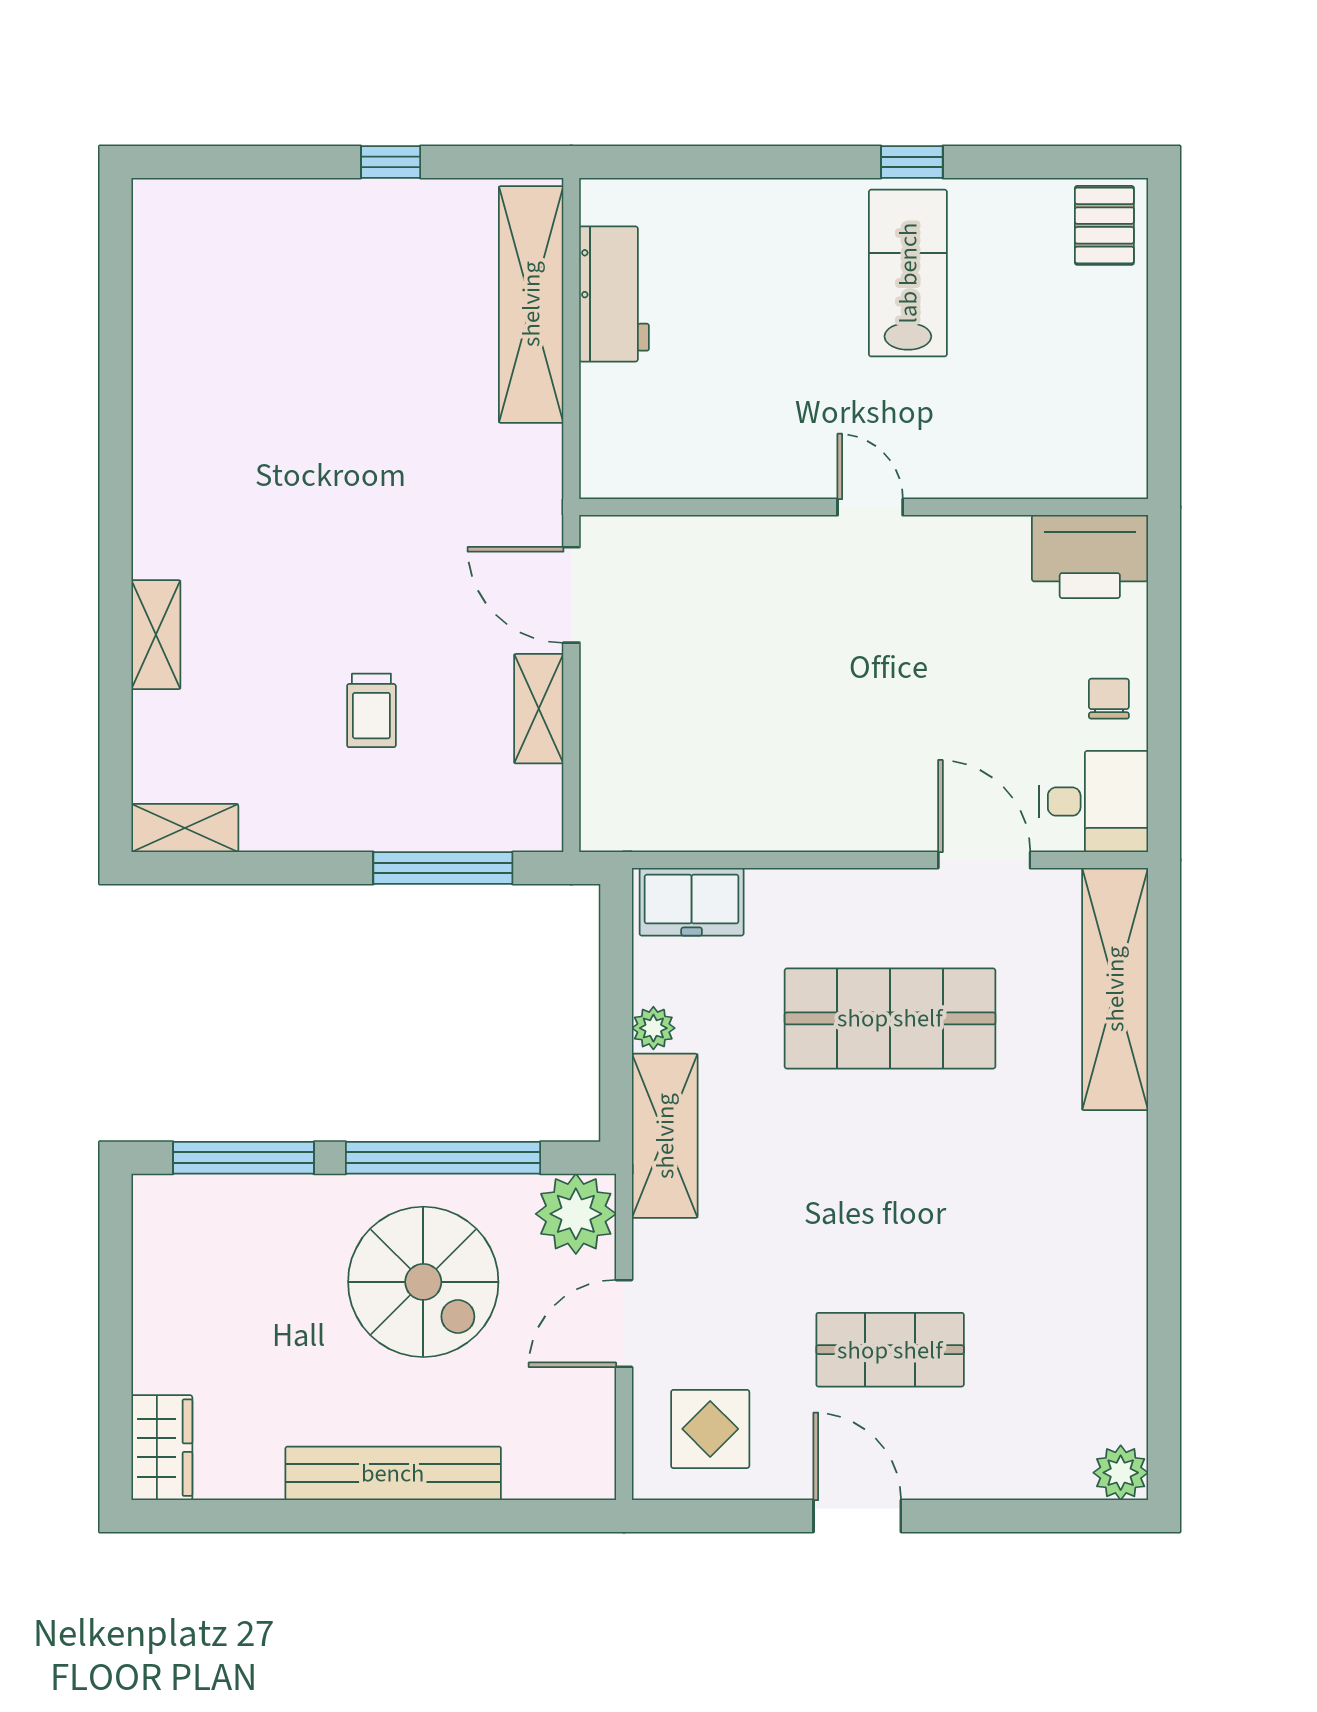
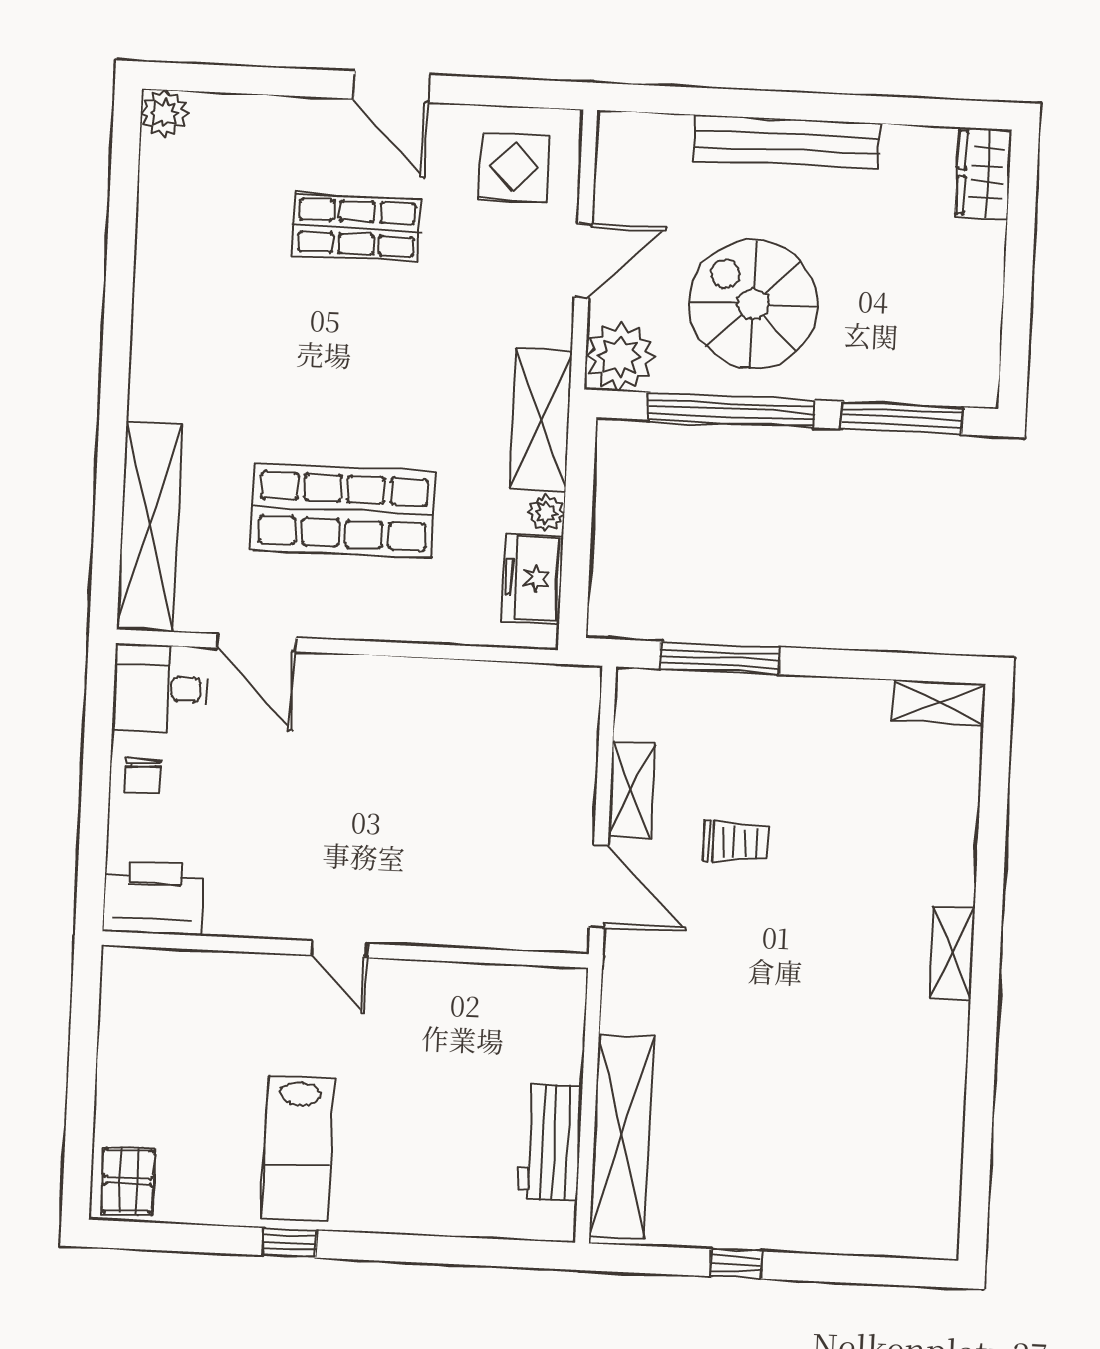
shelving: (156, 635) -> (952, 952), moved
trolley: (371, 710) -> (736, 842), moved, turned 90
freezer: (692, 902) -> (532, 578), moved, turned -90

